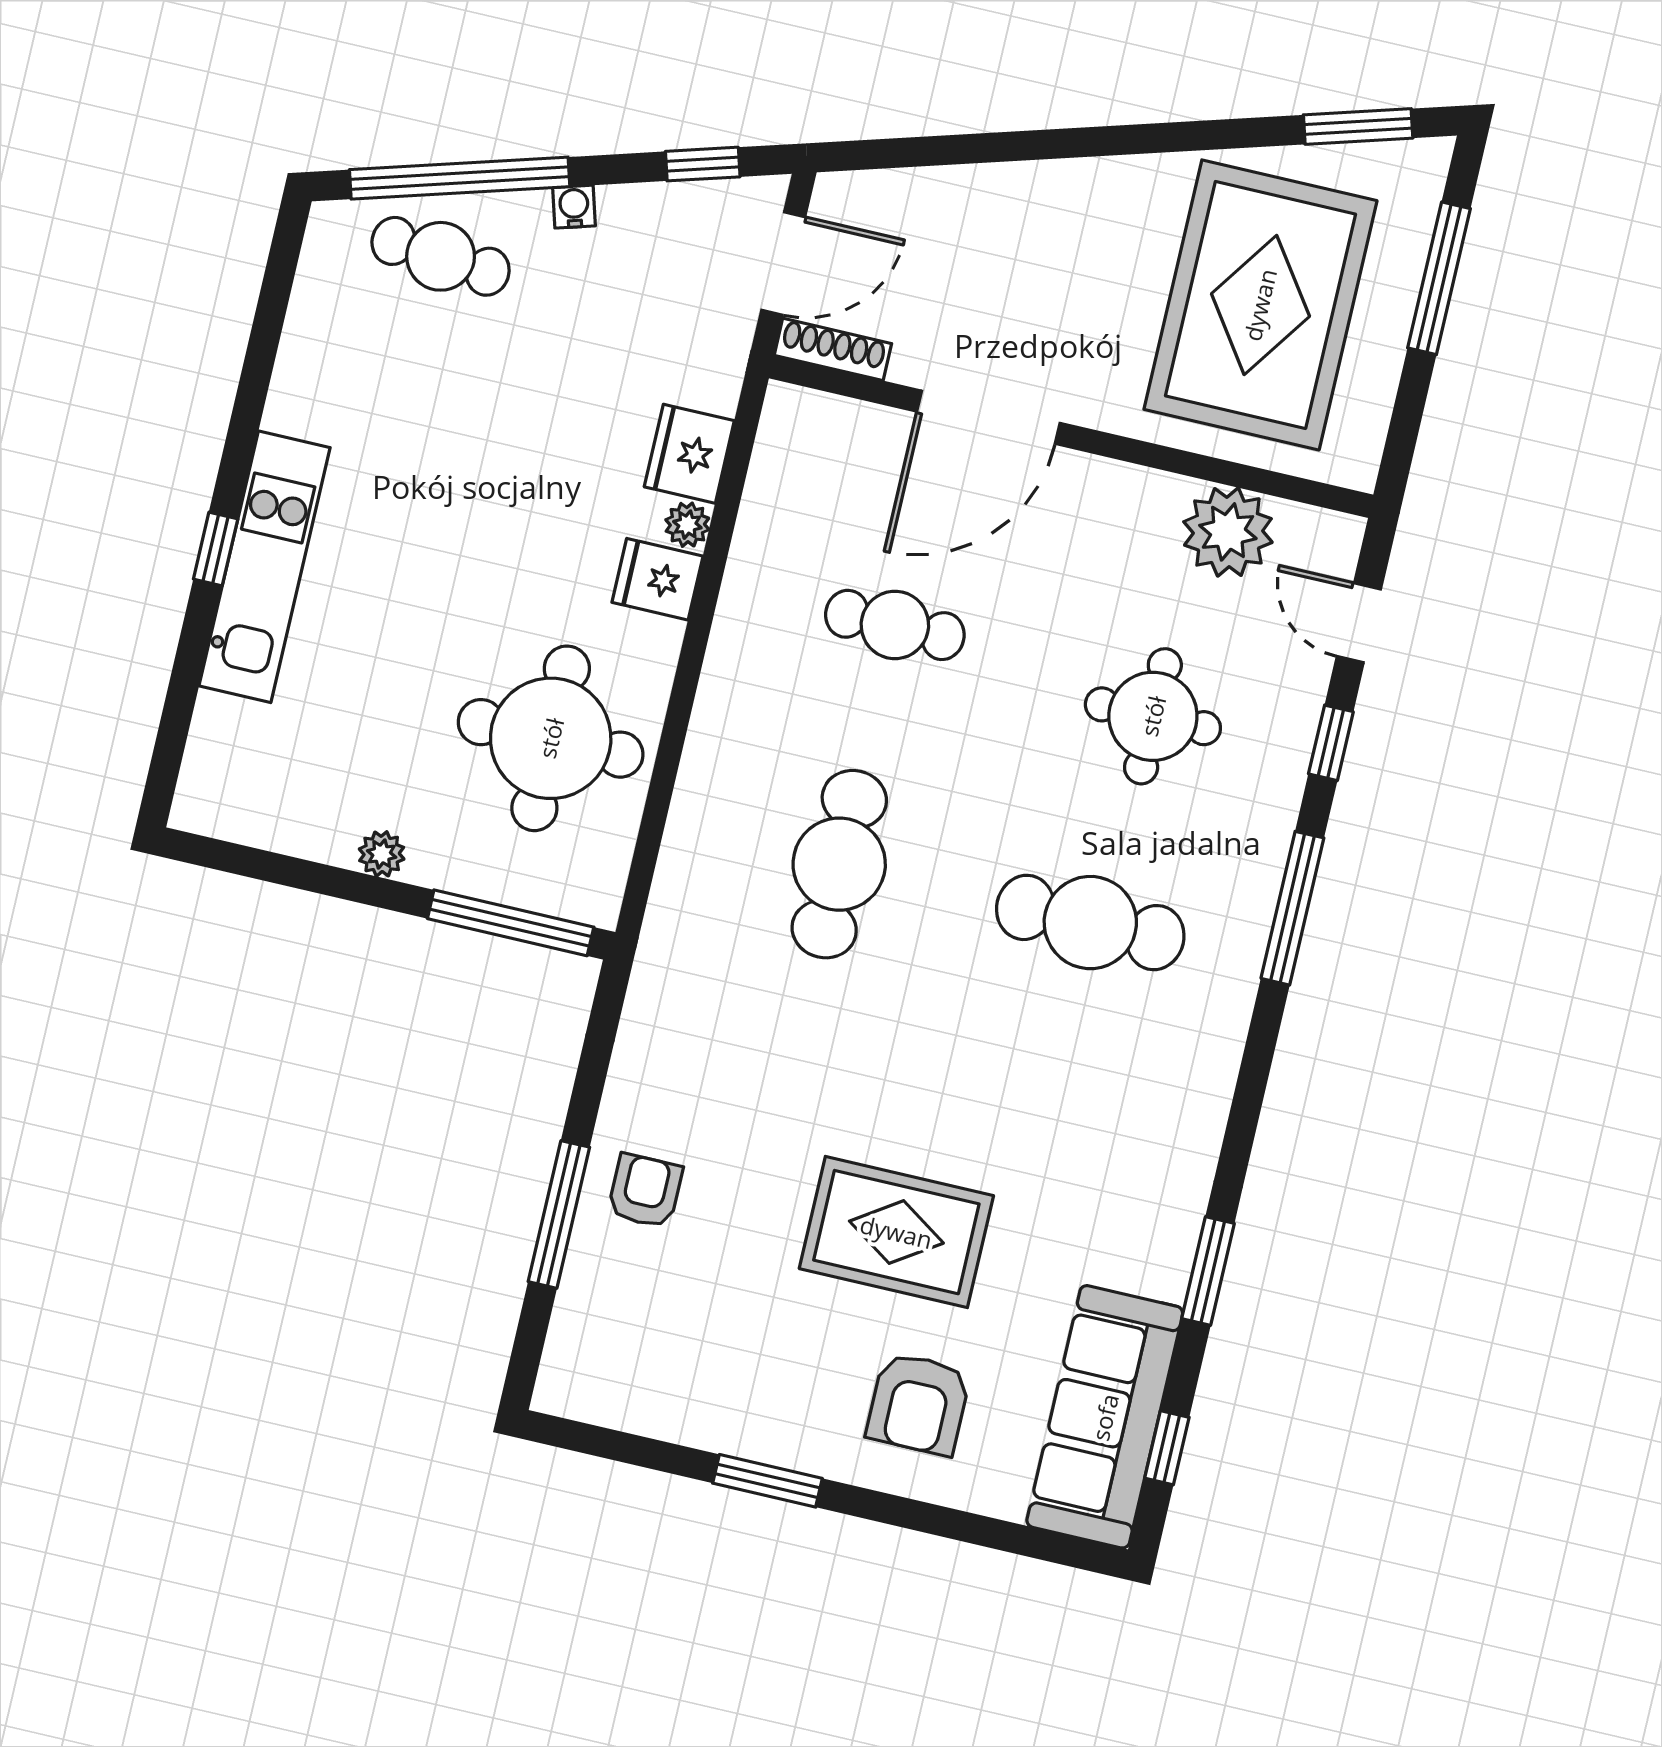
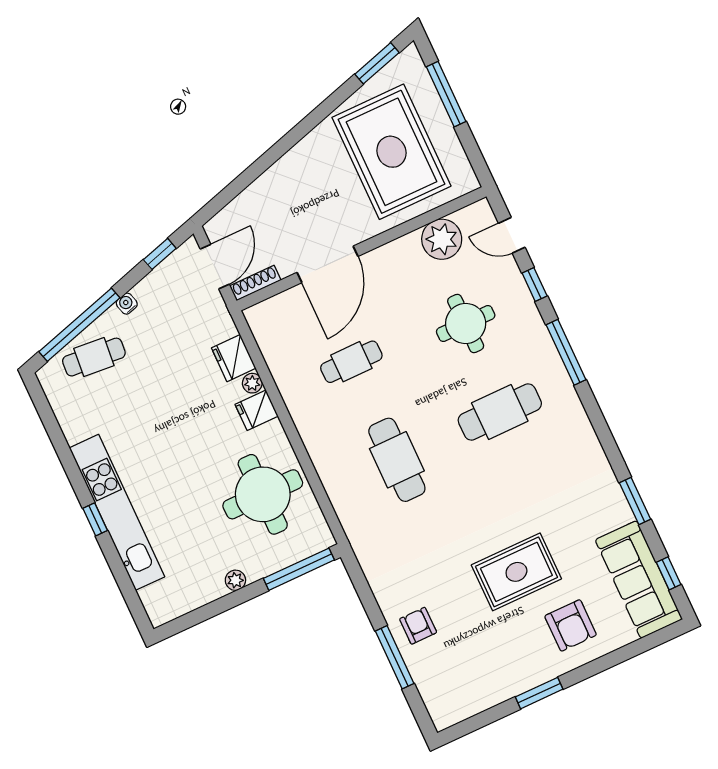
kitchen unit: (265, 567) -> (117, 512), width x1.36

